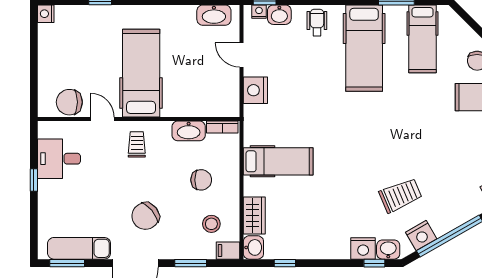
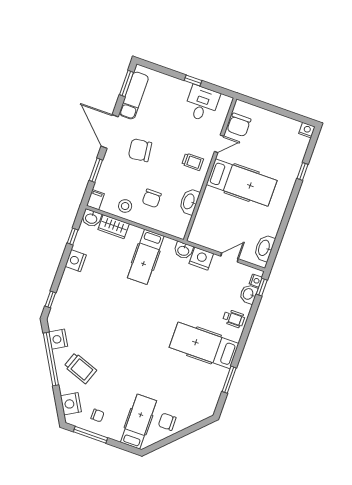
hospital bed: (423, 39) -> (196, 389), removed
chair: (69, 102) -> (239, 125), turned 180
bookcase: (222, 127) -> (184, 226), removed
trolley: (400, 195) -> (80, 368), moved, turned -47
chair: (145, 216) -> (140, 150), turned -58
stool: (211, 224) -> (125, 206), moved
nightstand: (363, 248) -> (76, 261), moved
washbasin: (388, 250) -> (183, 250), moved, turned 90

